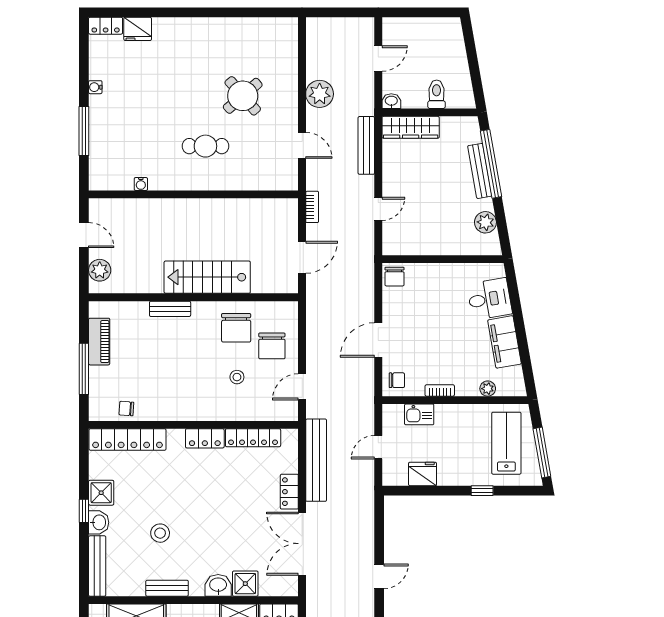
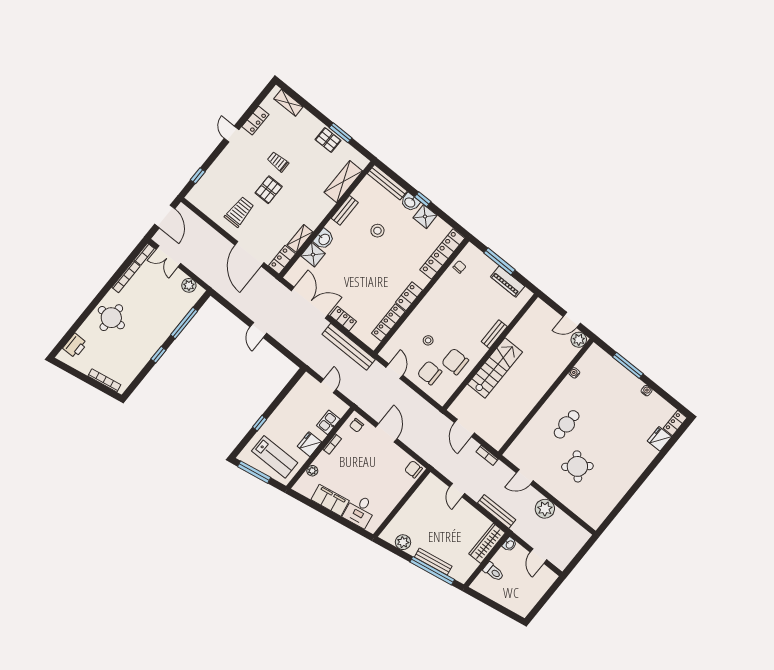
plant: (100, 270) -> (579, 340), moved
fridge: (423, 474) -> (309, 444), moved, turned 180

